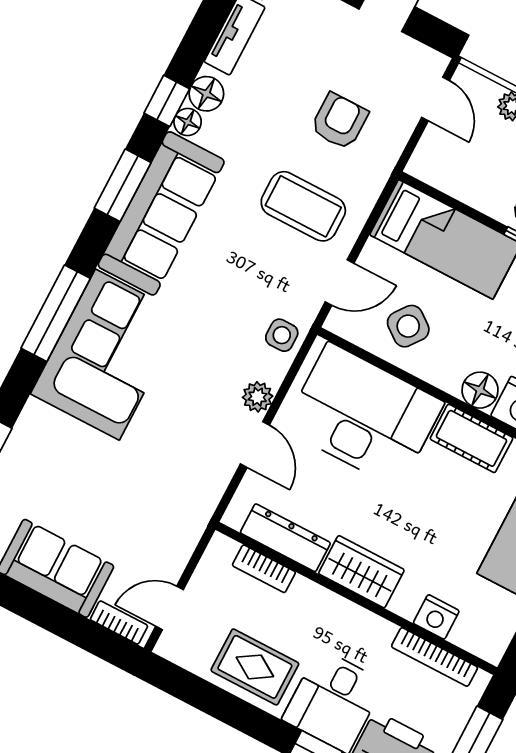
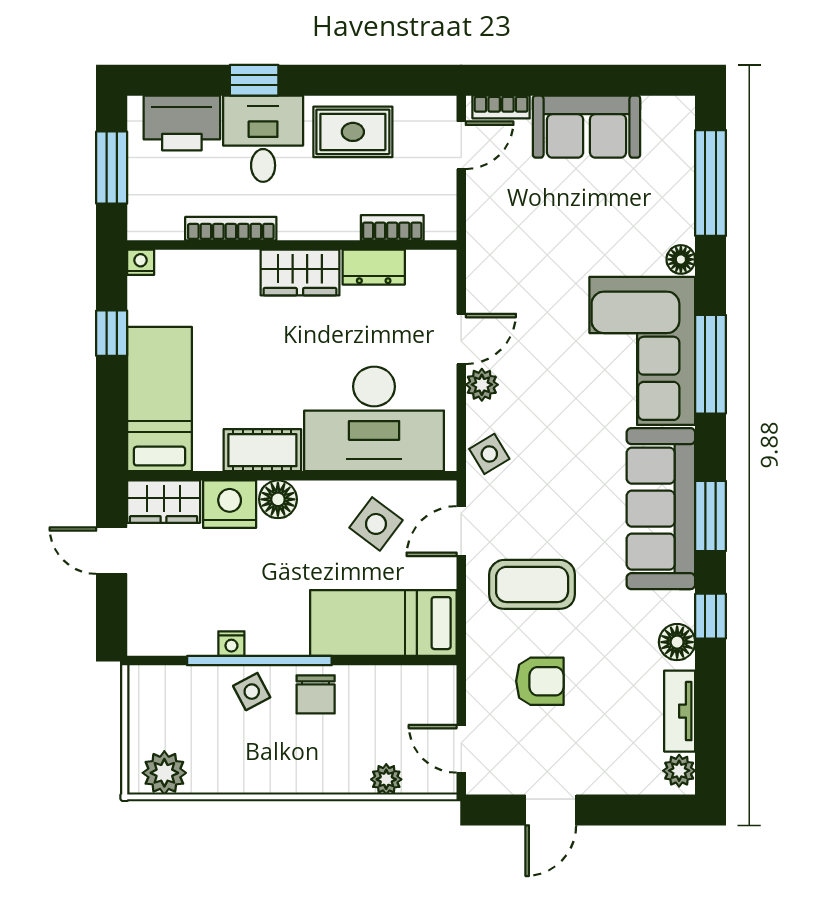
armchair: (339, 121) -> (540, 681), turned -90
floor lamp: (188, 122) -> (681, 259), moved
side table: (282, 335) -> (489, 454), turned -31
door: (255, 445) -> (461, 339), swing flipped
dresser: (285, 538) -> (374, 267), width x0.70
nightstand: (436, 617) -> (141, 262), moved, width x0.72, depth x0.74
bookcase: (435, 657) -> (231, 229), moved

